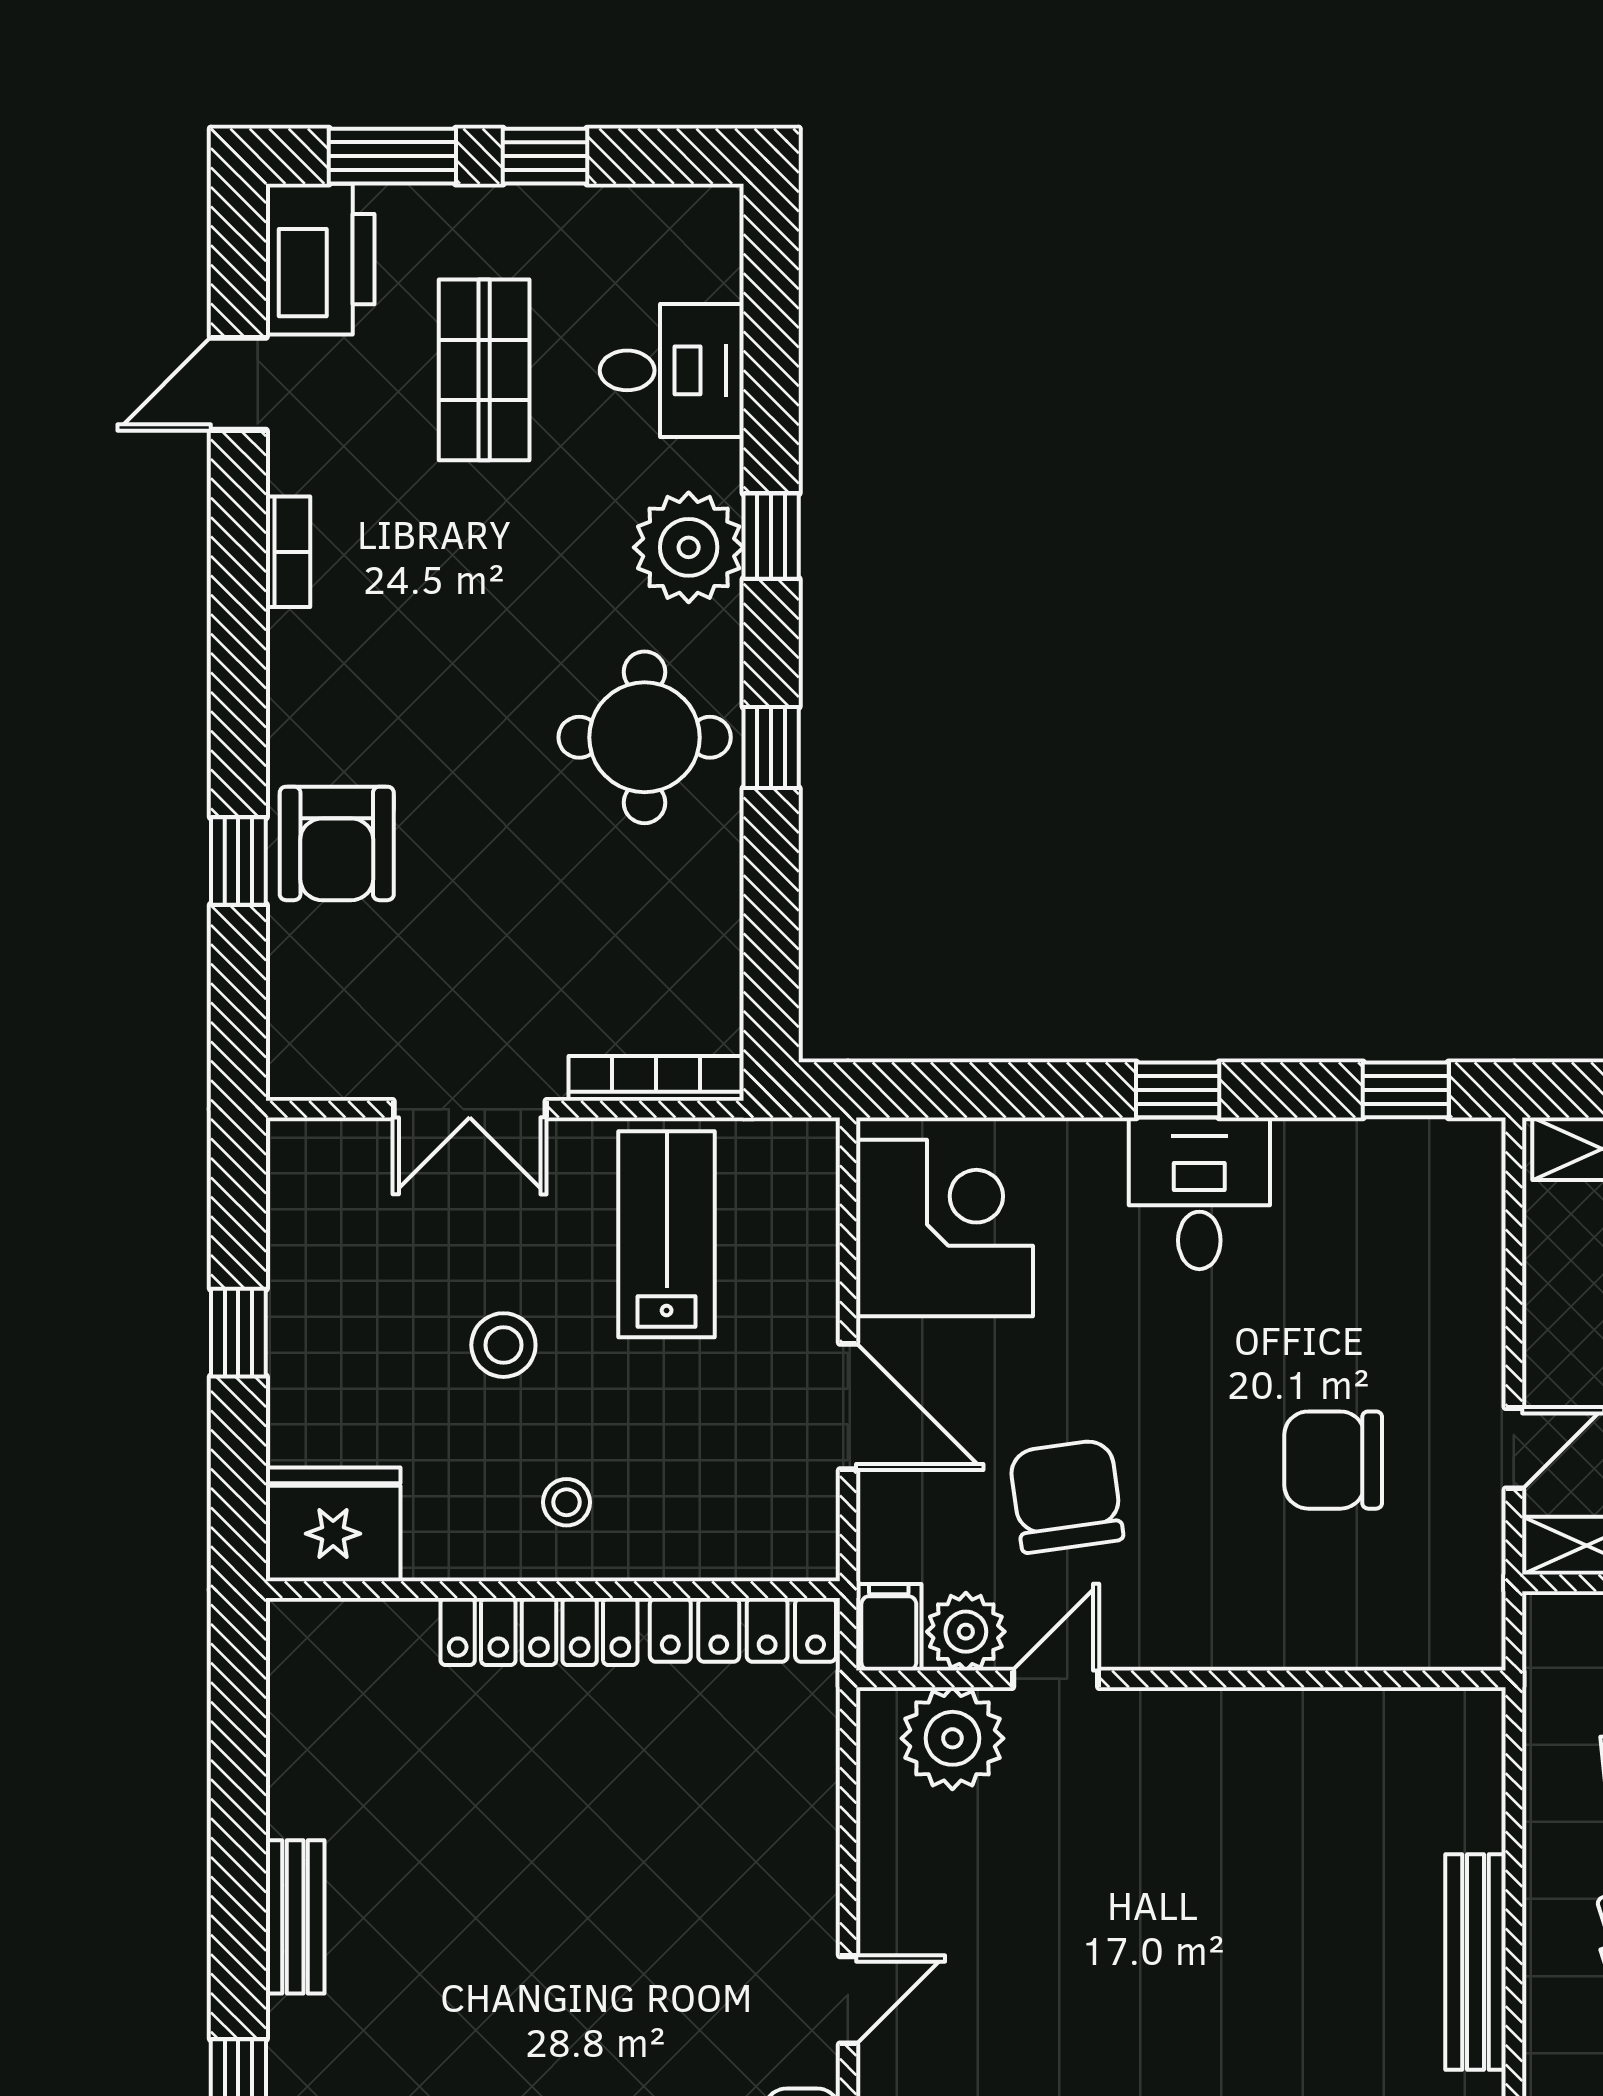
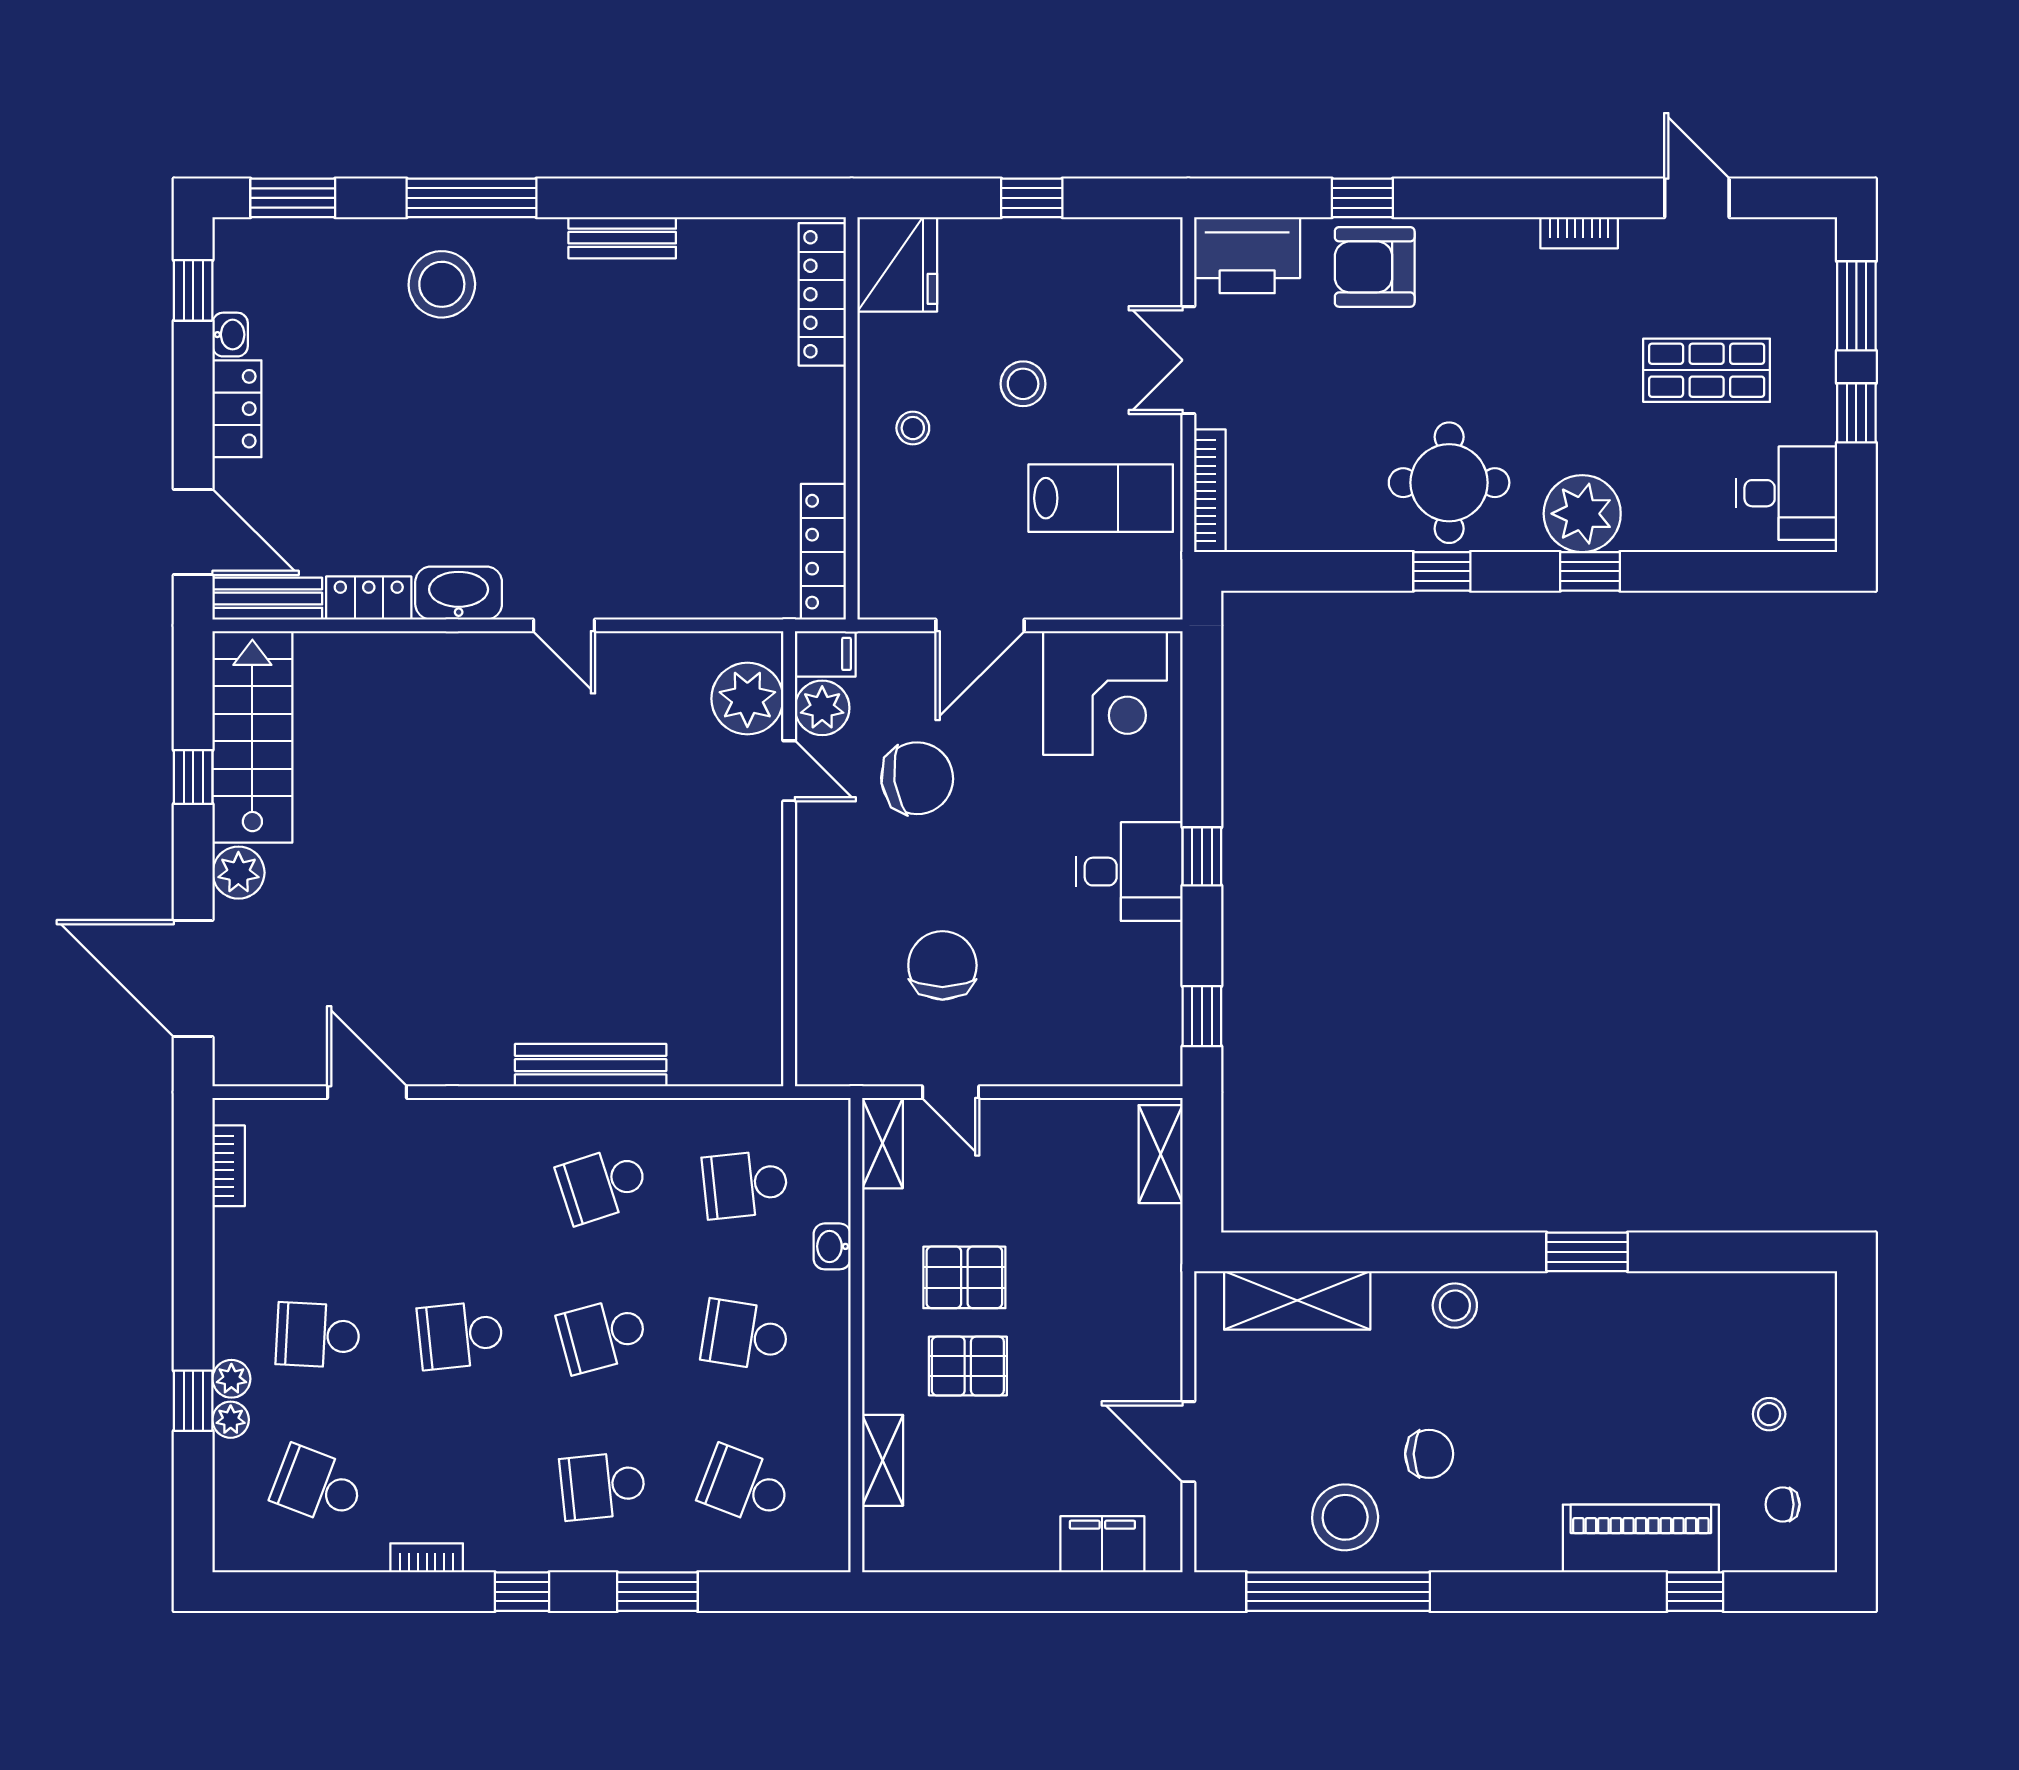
printer: (320, 259) -> (1247, 255), moved
desk: (672, 370) -> (1787, 493), moved, turned -90
locker: (539, 1632) -> (822, 294), moved

